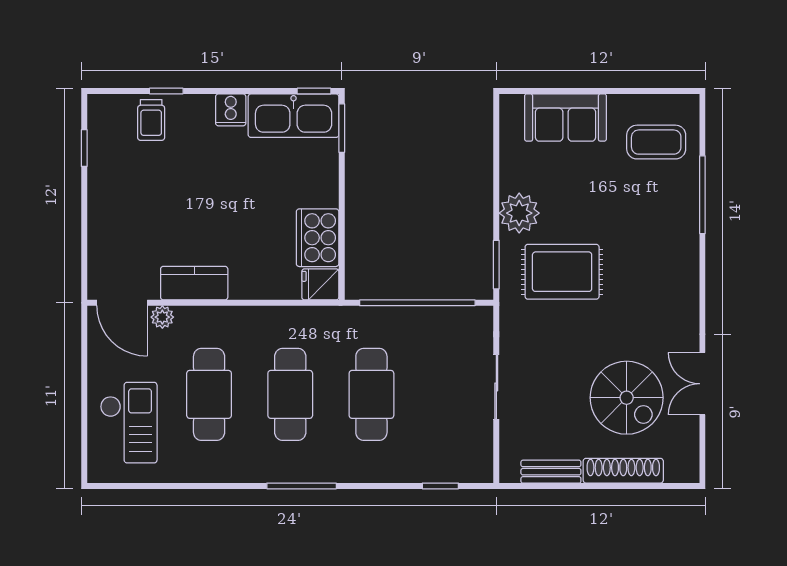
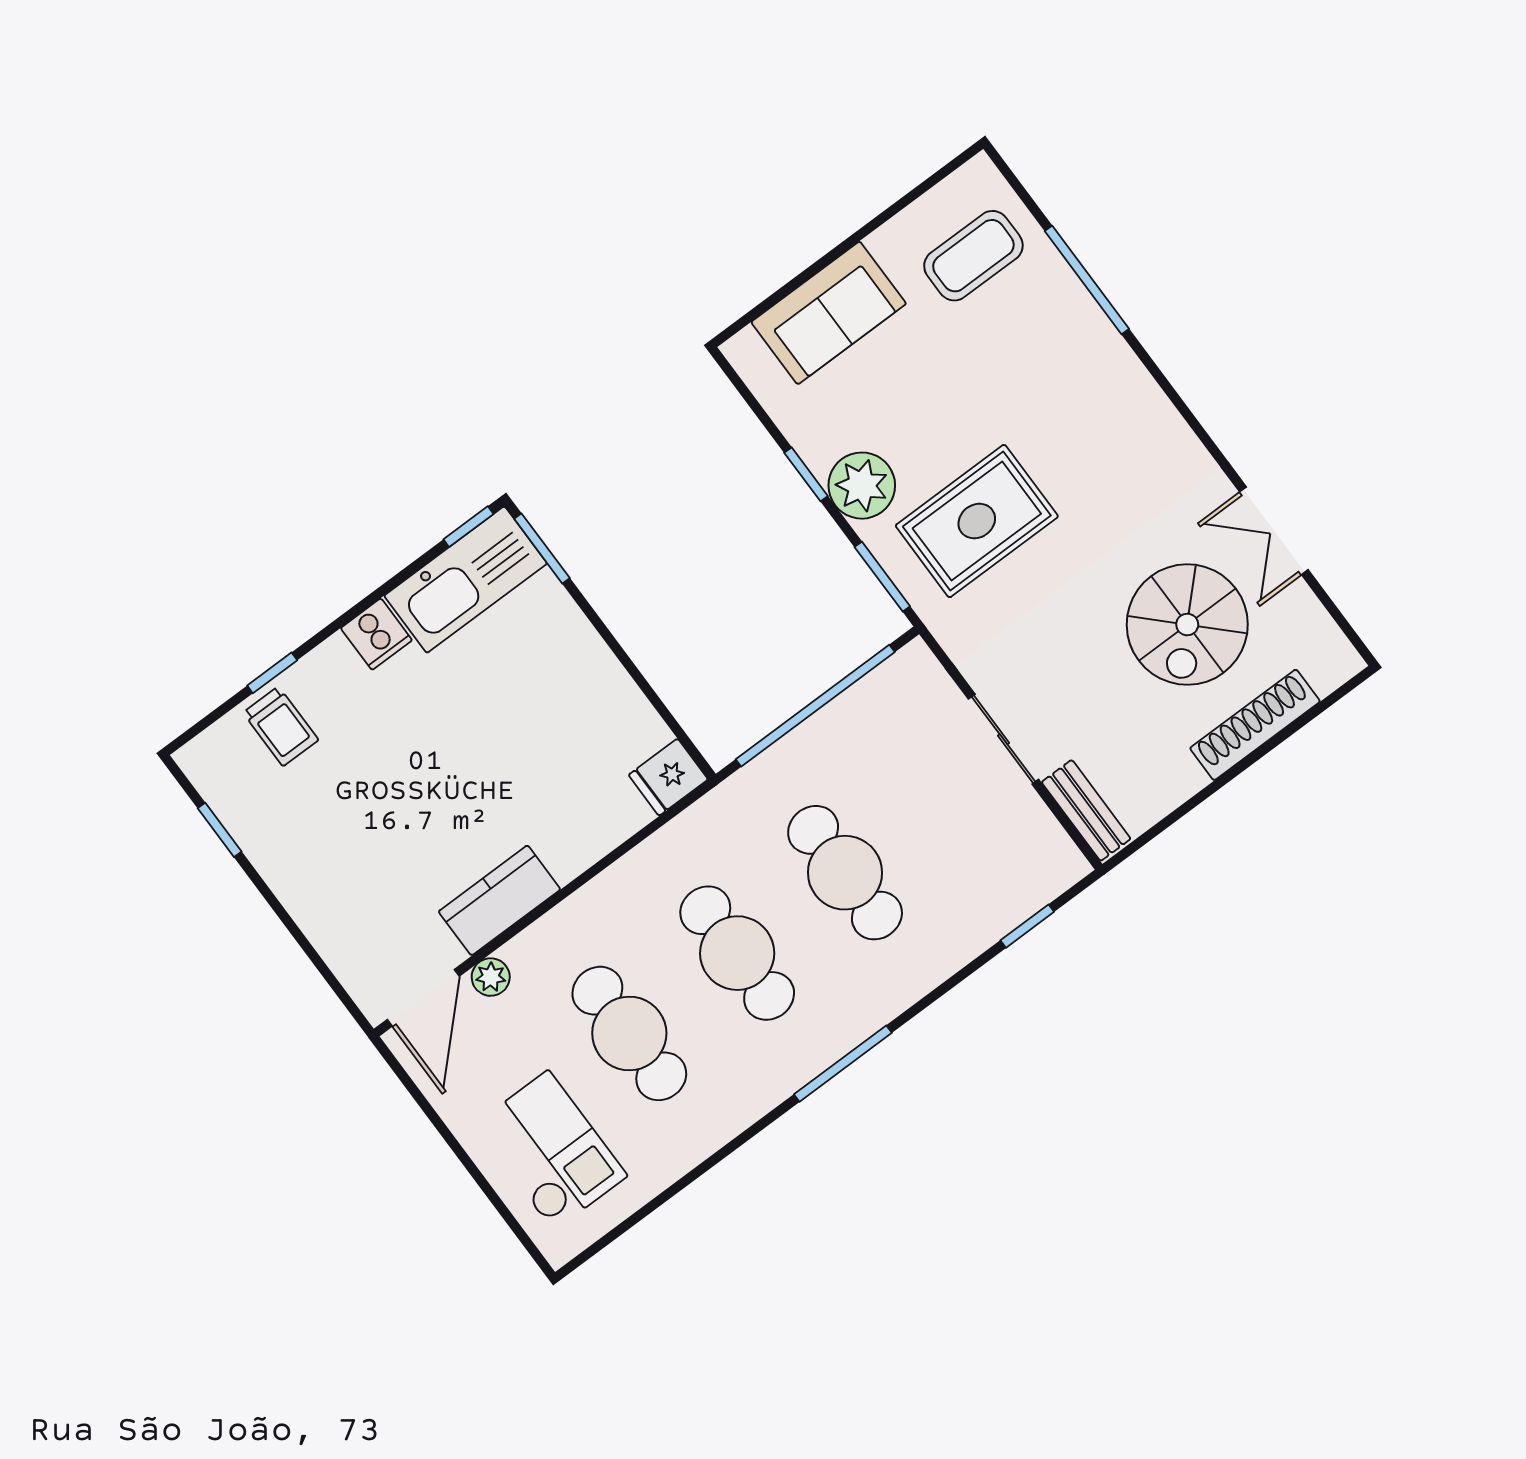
window: (496, 188) -> (806, 474), added
cooker: (318, 238) -> (618, 718), removed
door: (122, 303) -> (423, 998), hinge flipped
spiral stairs: (627, 398) -> (1187, 625), turned 90
bench: (551, 472) -> (1086, 810), moved, turned 90

